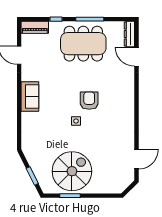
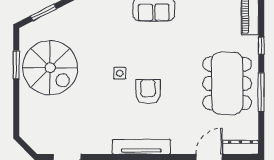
armchair: (89, 101) -> (148, 92), turned -90
tv unit: (129, 105) -> (141, 147), added

